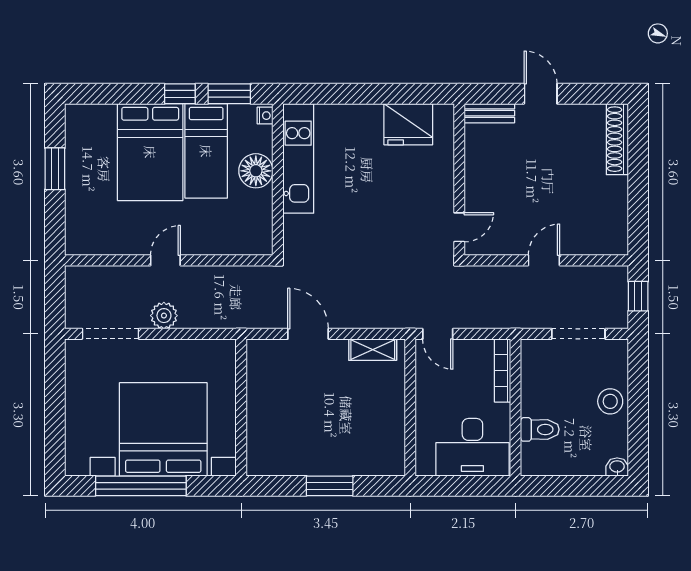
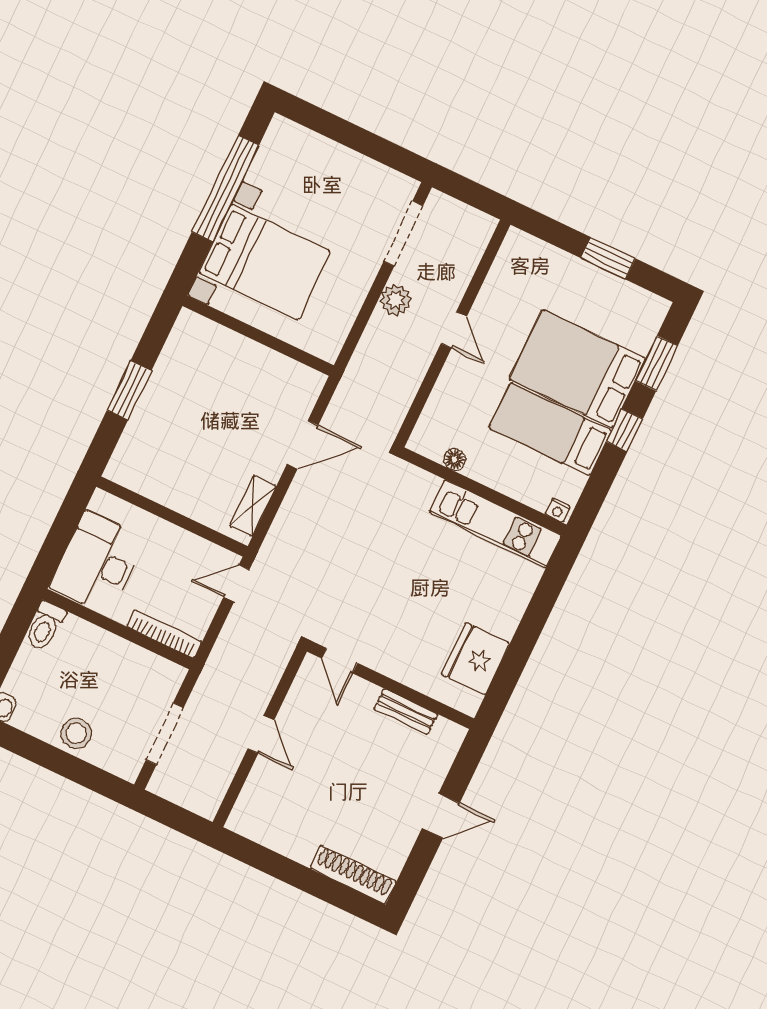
window: (229, 94) -> (657, 363), moved
bench: (489, 113) -> (406, 711), moved, turned 90
floor lamp: (256, 171) -> (455, 459), moved, width x0.53, depth x0.53
window: (638, 296) -> (175, 817), removed
bed with nightstands: (163, 429) -> (265, 262), width x0.73
toilet: (540, 429) -> (45, 626), moved

